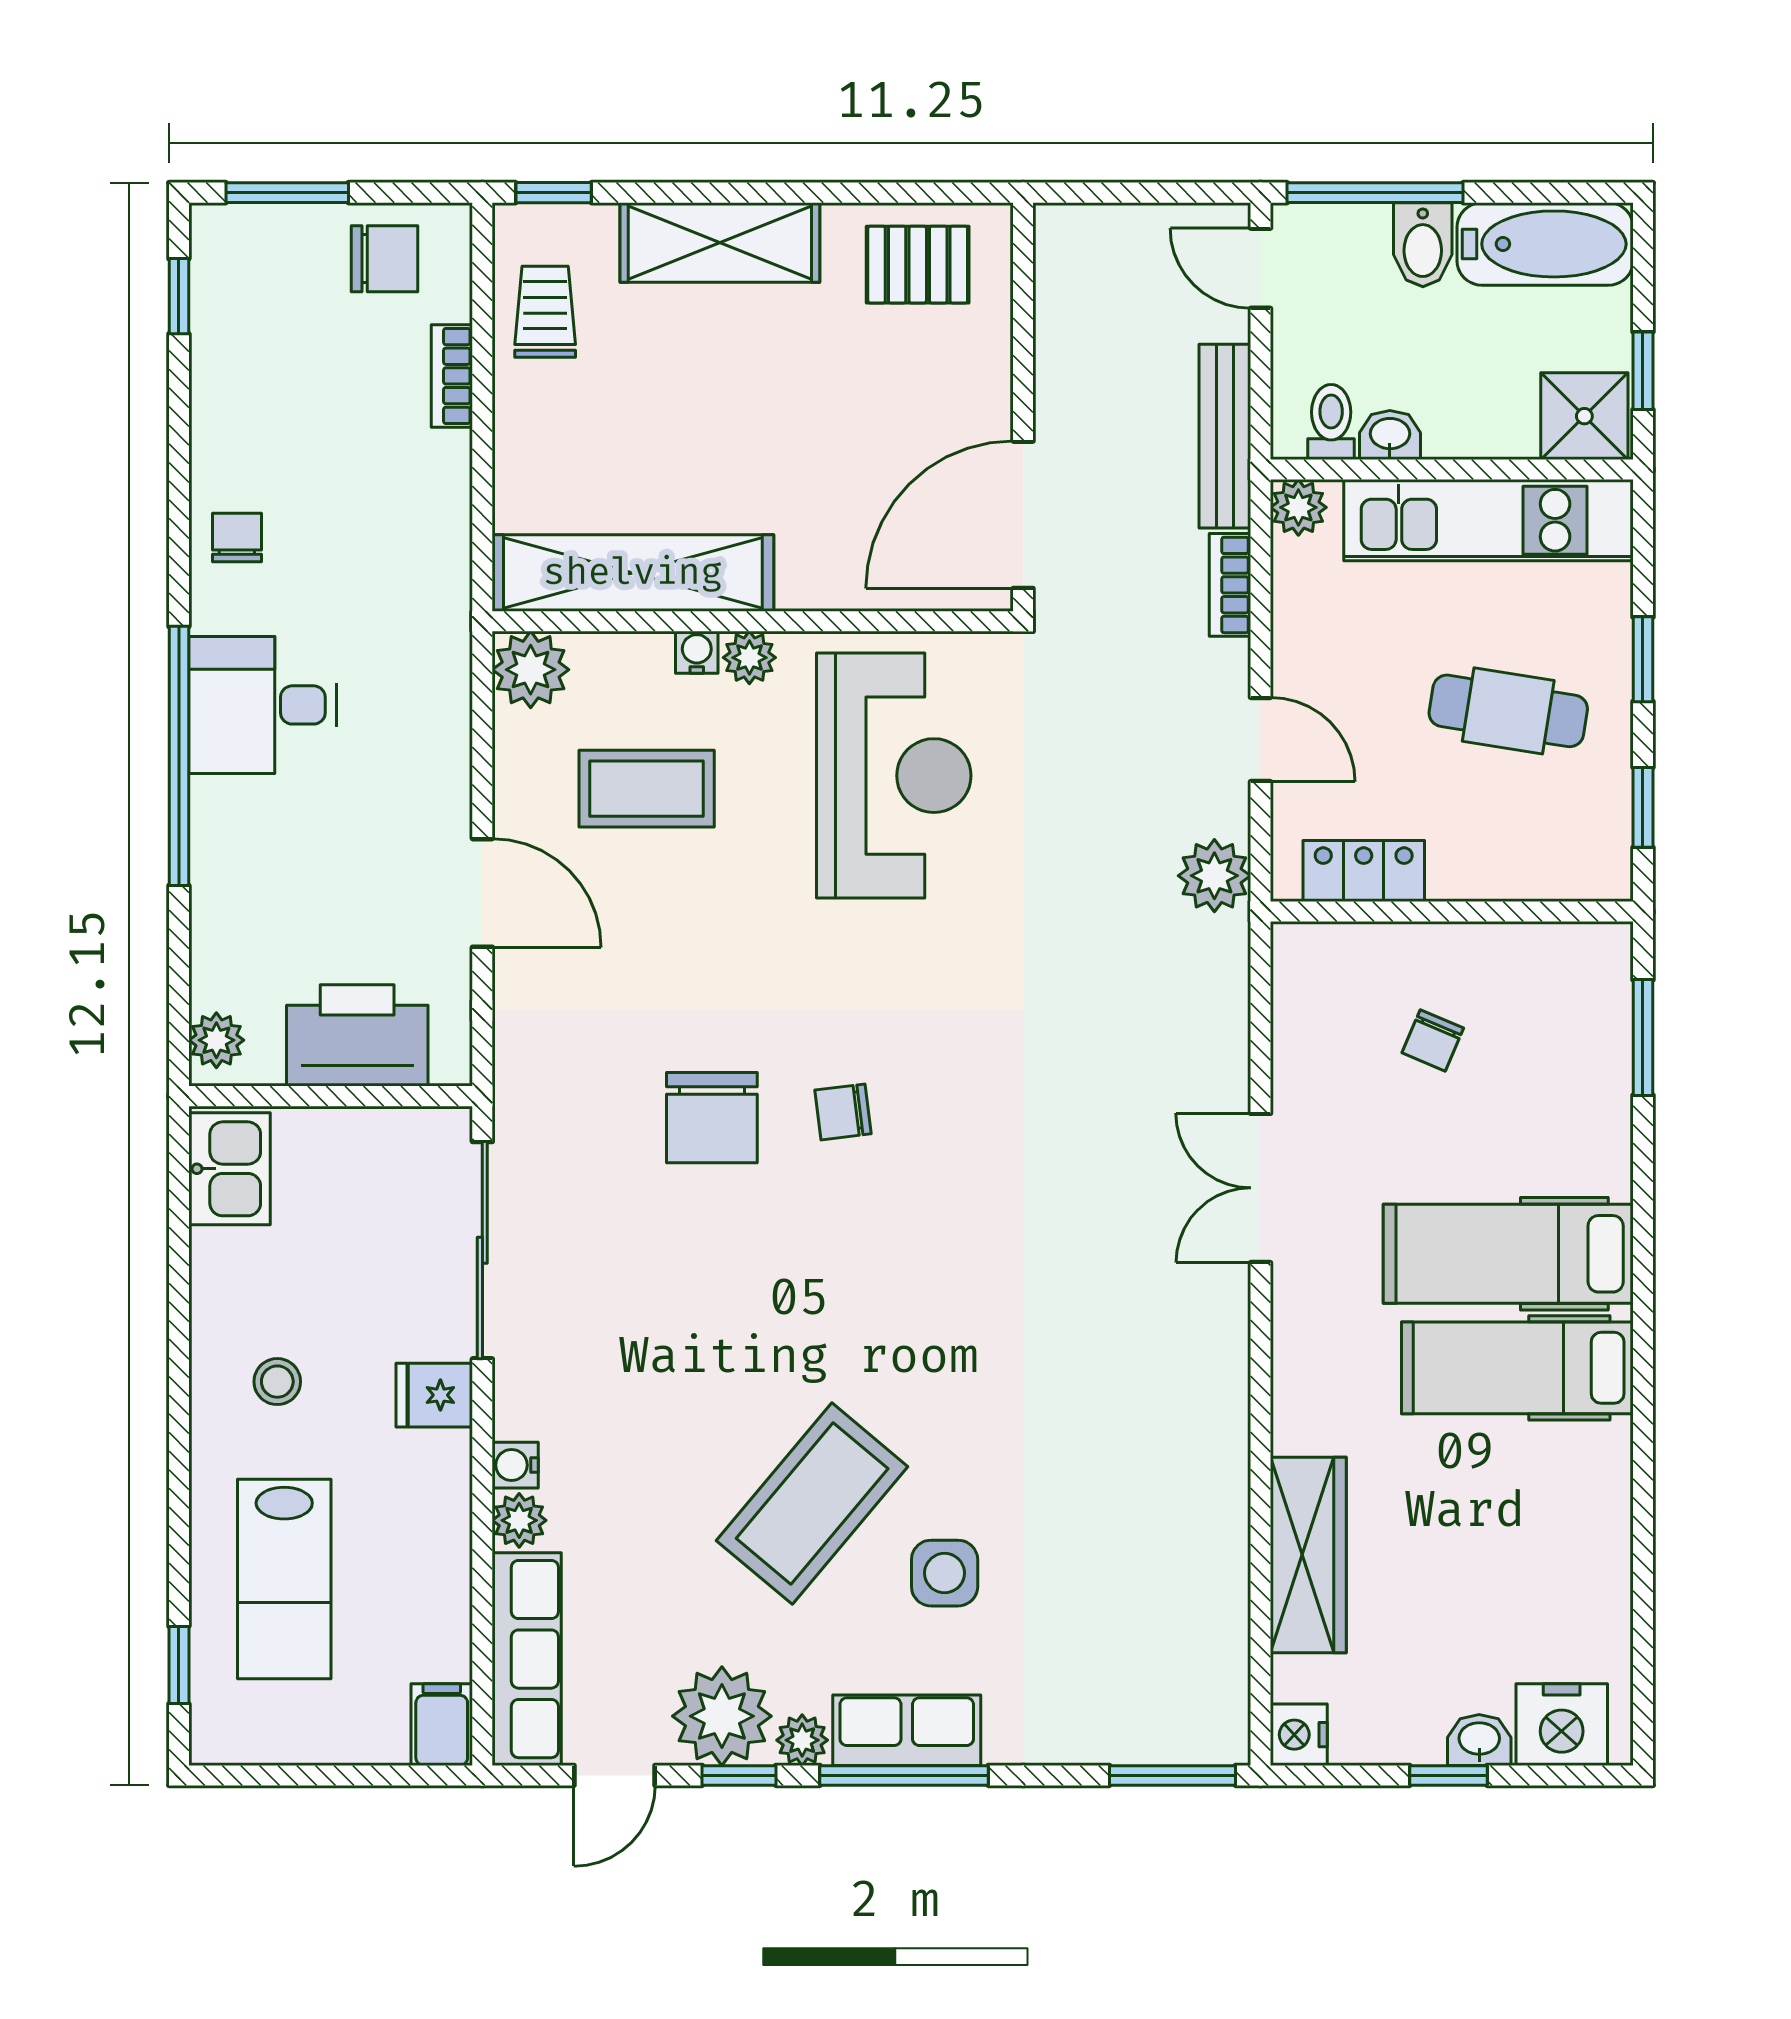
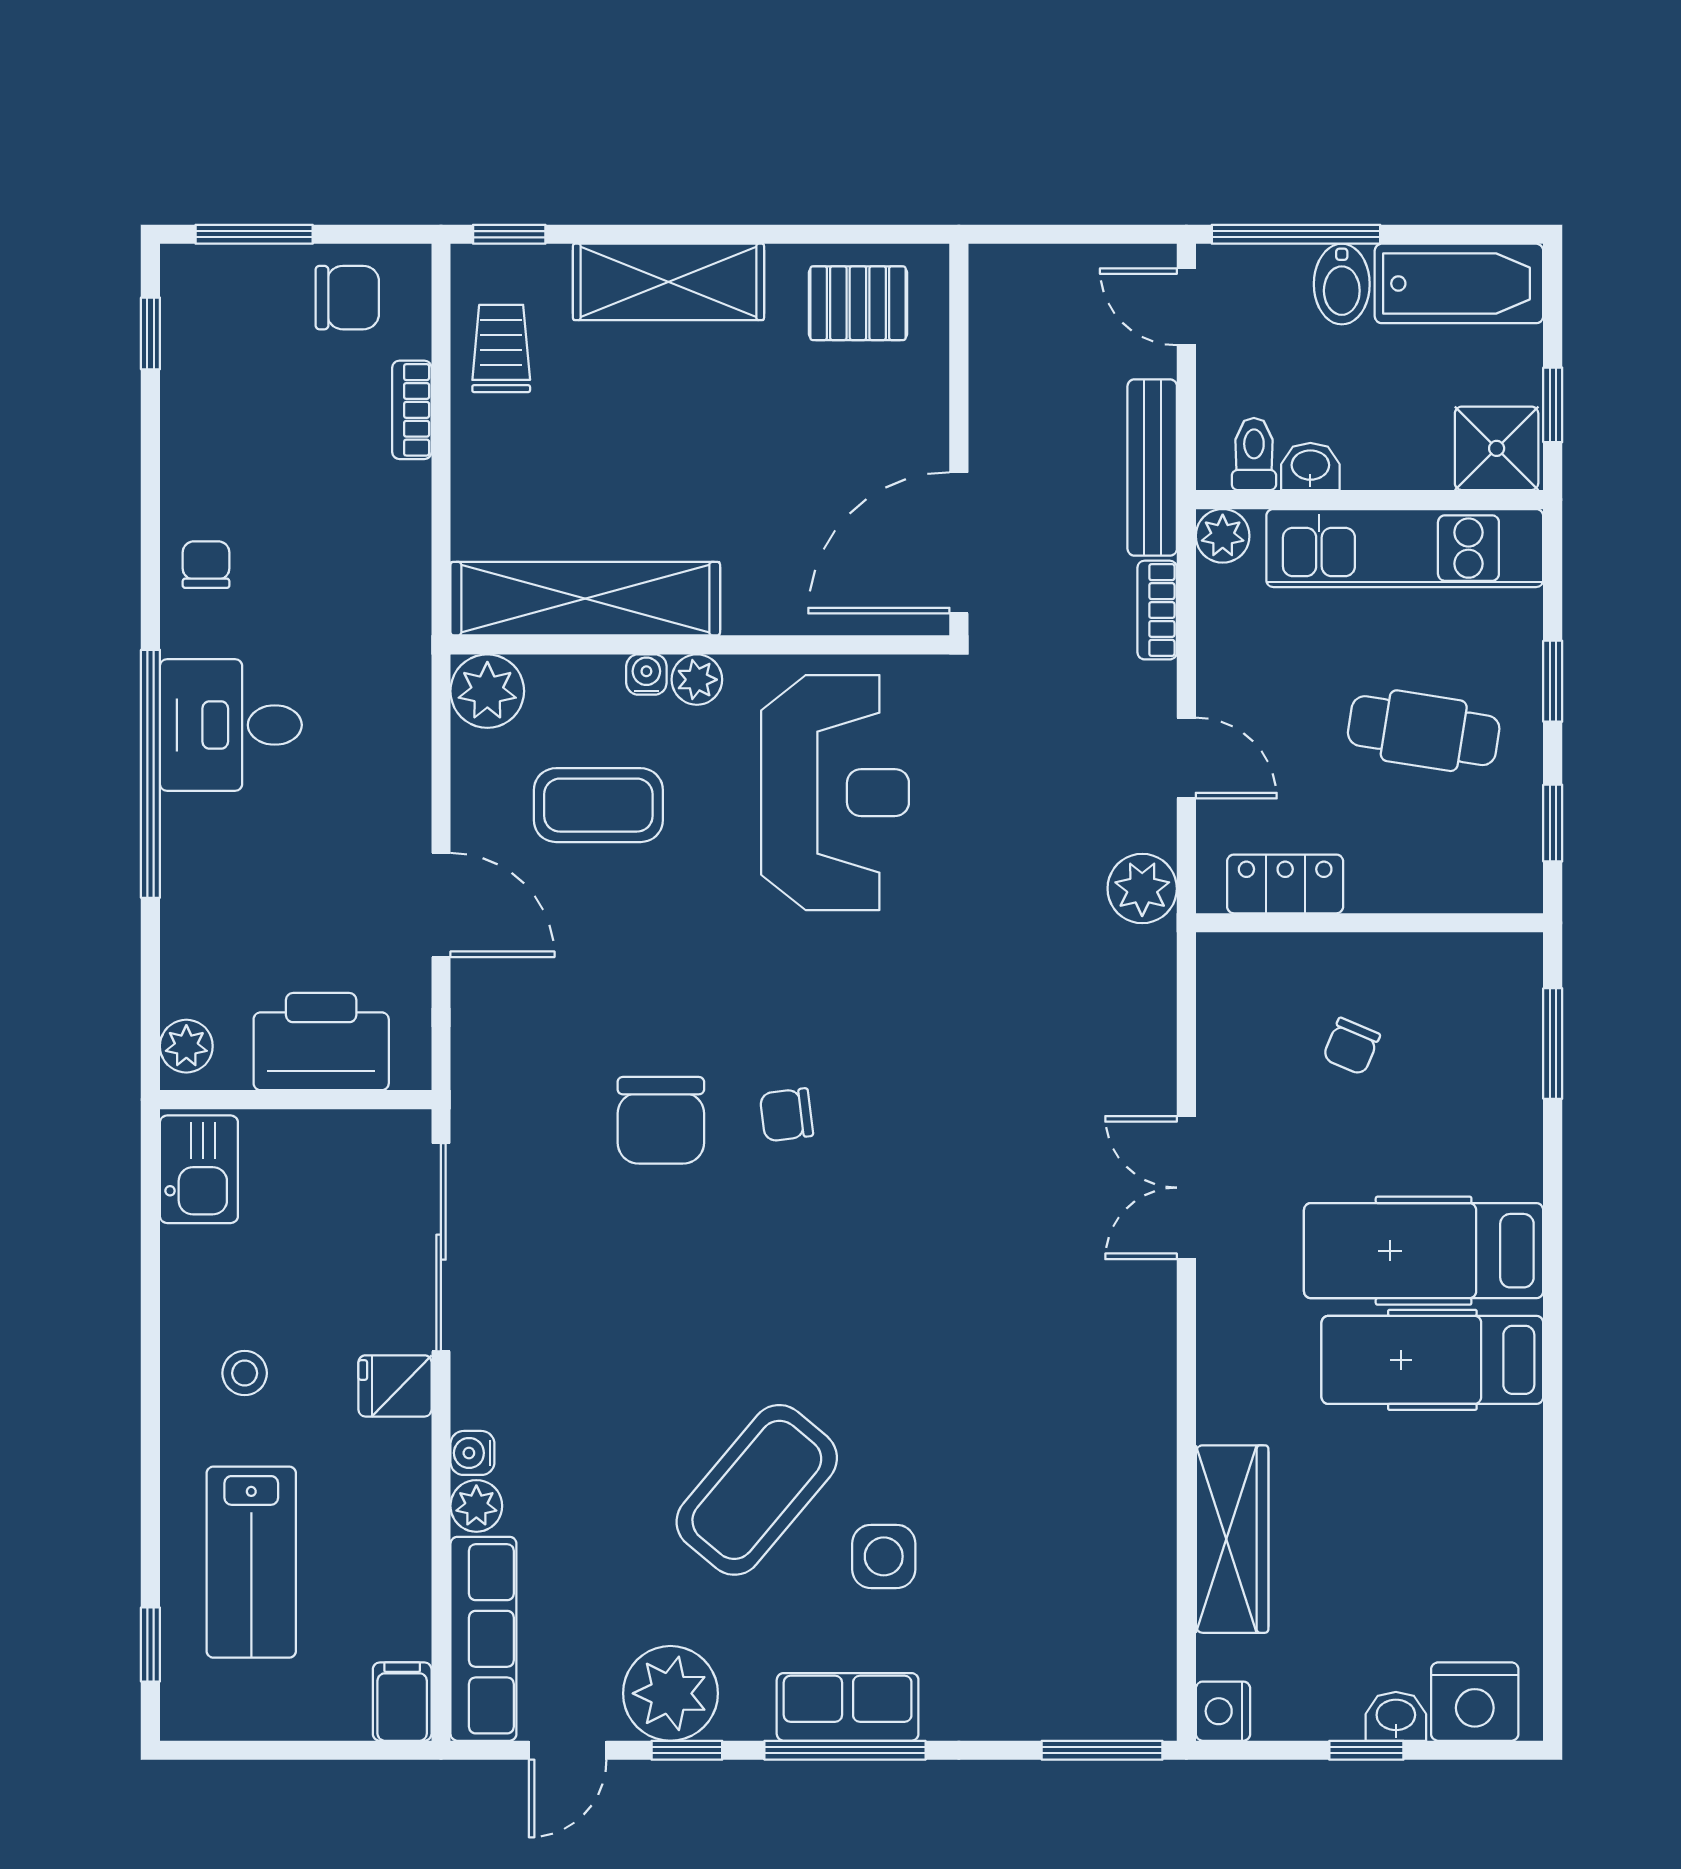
plant: (802, 1740) -> (747, 1716), removed

